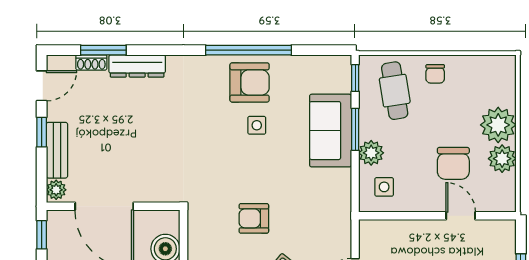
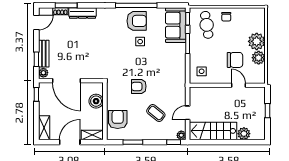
sofa: (331, 131) -> (176, 25), moved
window: (42, 132) -> (36, 59), moved
plant: (371, 153) -> (195, 55), removed
chair: (453, 163) -> (235, 60), turned -90

